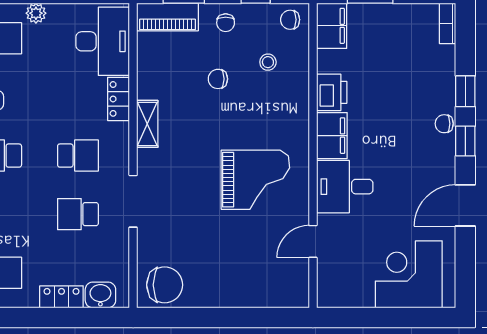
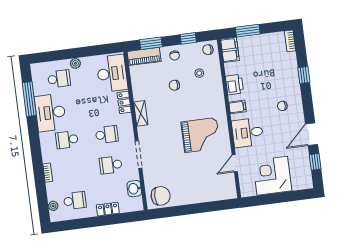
chair: (444, 124) -> (282, 106), moved
filing cabinet: (332, 136) -> (237, 107), width x0.50
window: (465, 141) -> (315, 162), moved
corner desk: (409, 274) -> (272, 176), moved
washbasin: (100, 295) -> (134, 189), moved, turned -90

